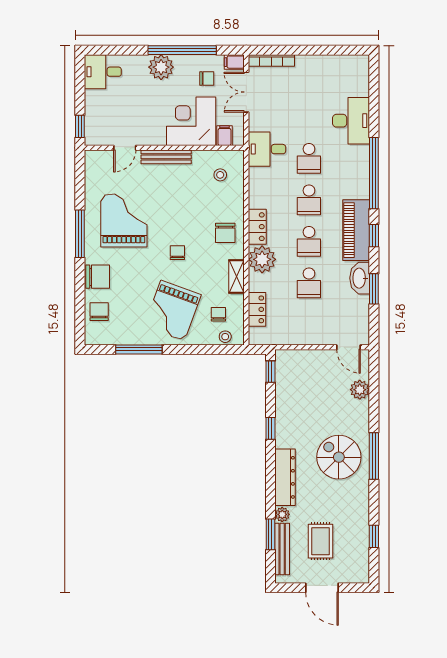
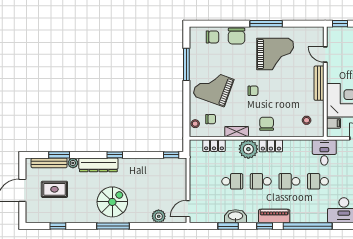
piano: (356, 230) -> (274, 216), width x0.73, depth x0.75
chair: (225, 233) -> (267, 124), turned 90
school desk: (309, 283) -> (232, 181), turned 180
window: (270, 428) -> (115, 155), moved

